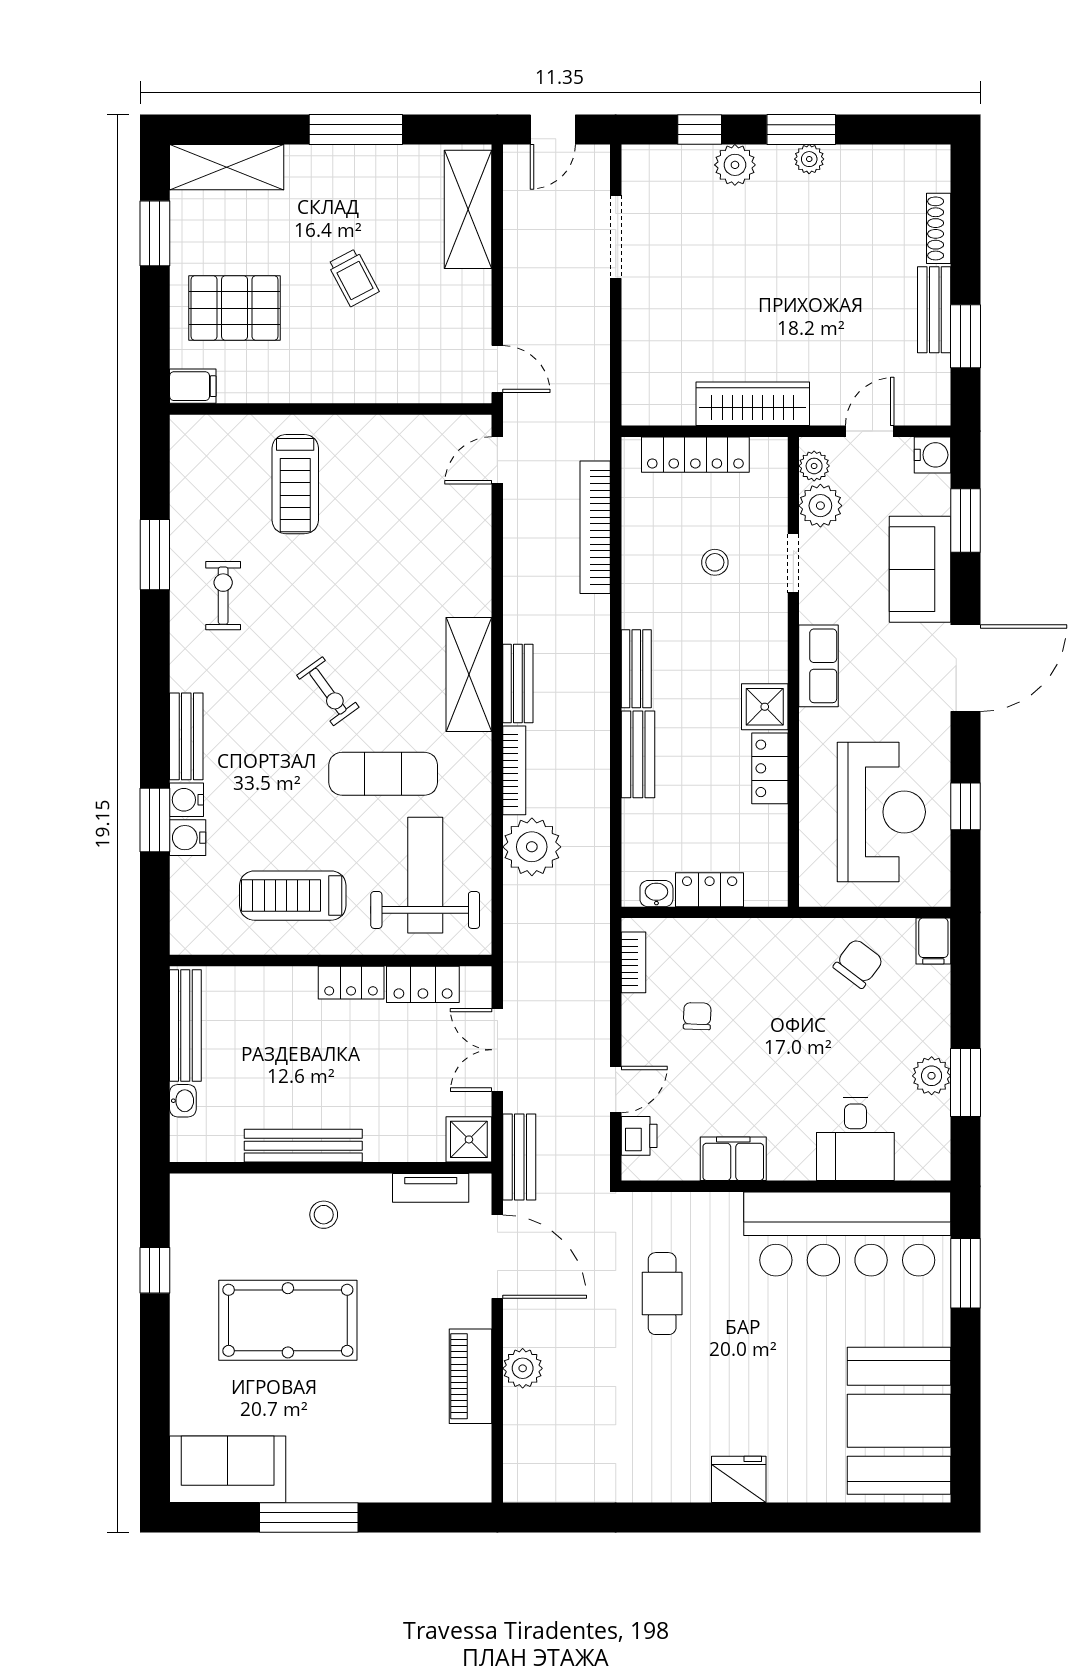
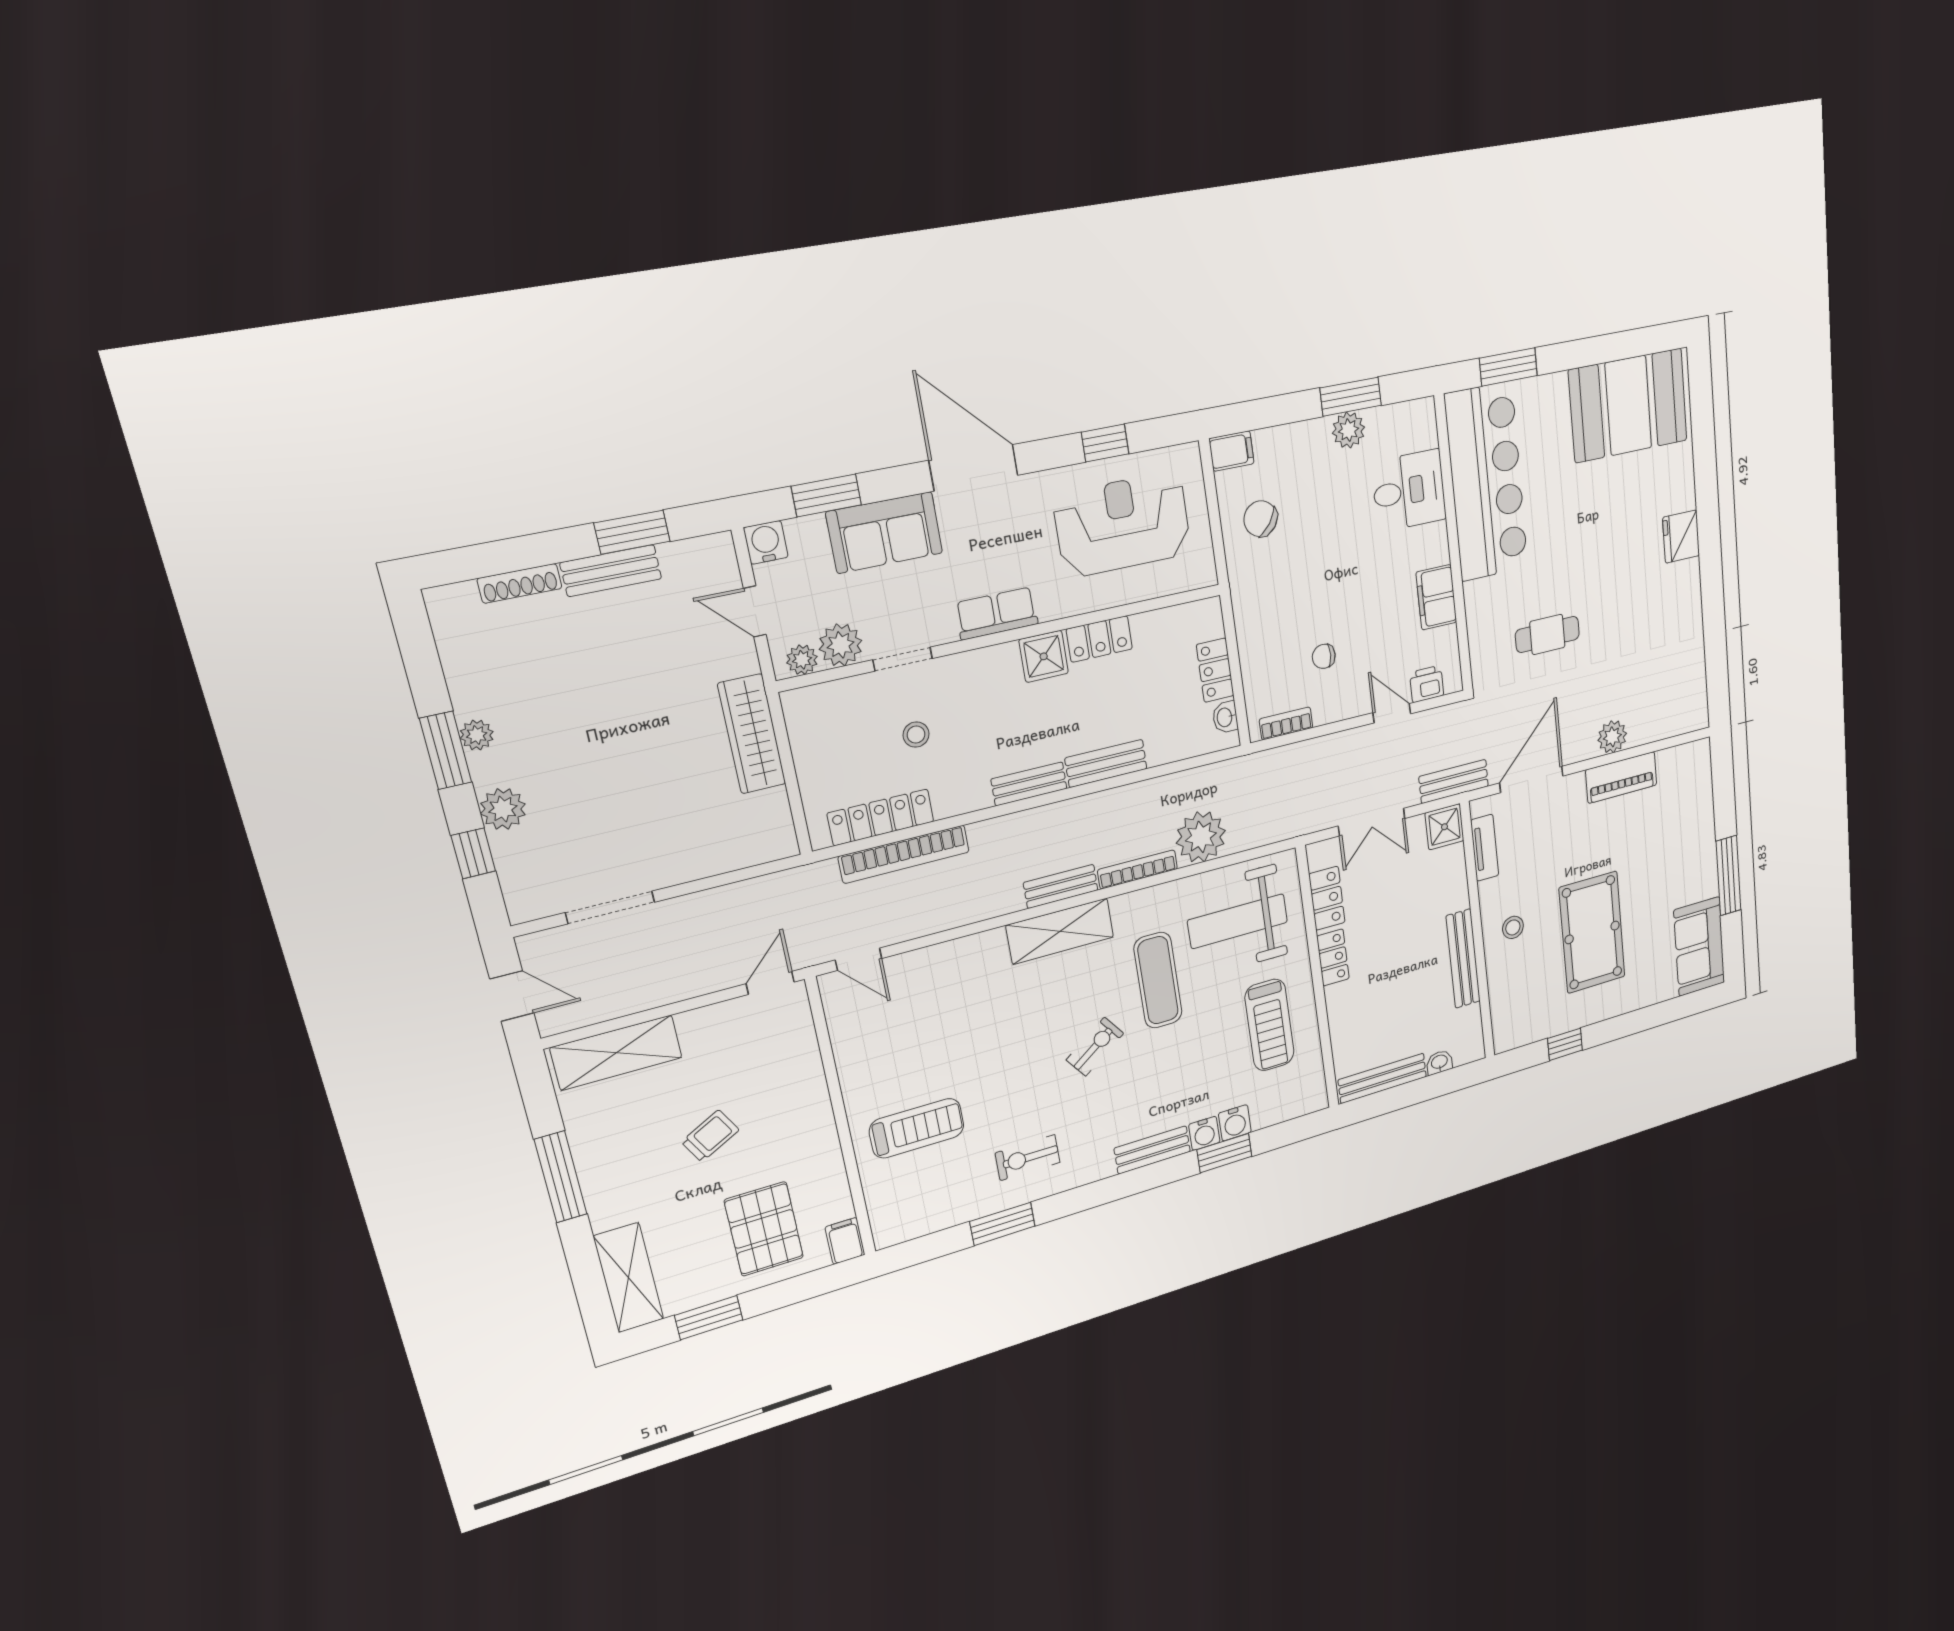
locker: (695, 455) -> (881, 817), moved, turned -90

